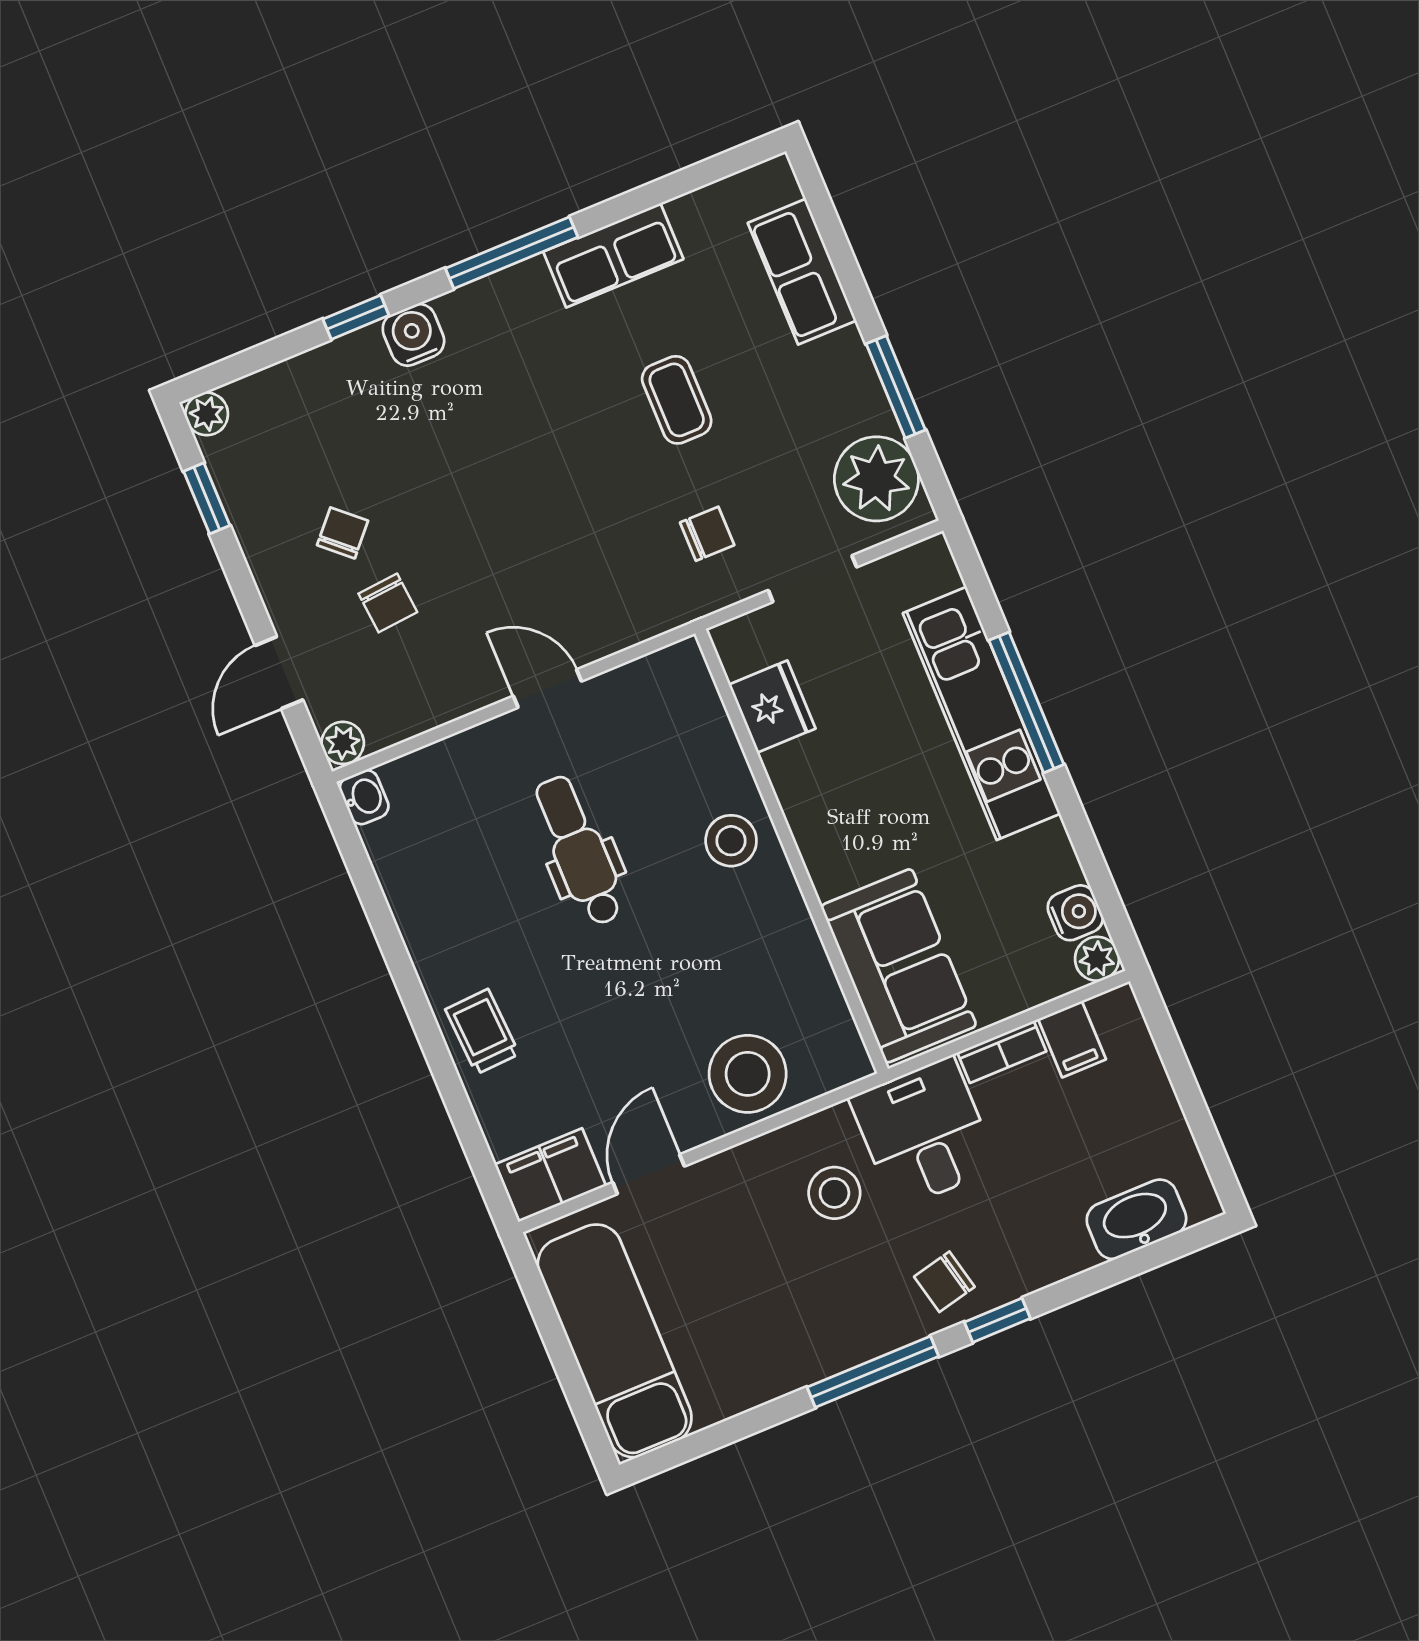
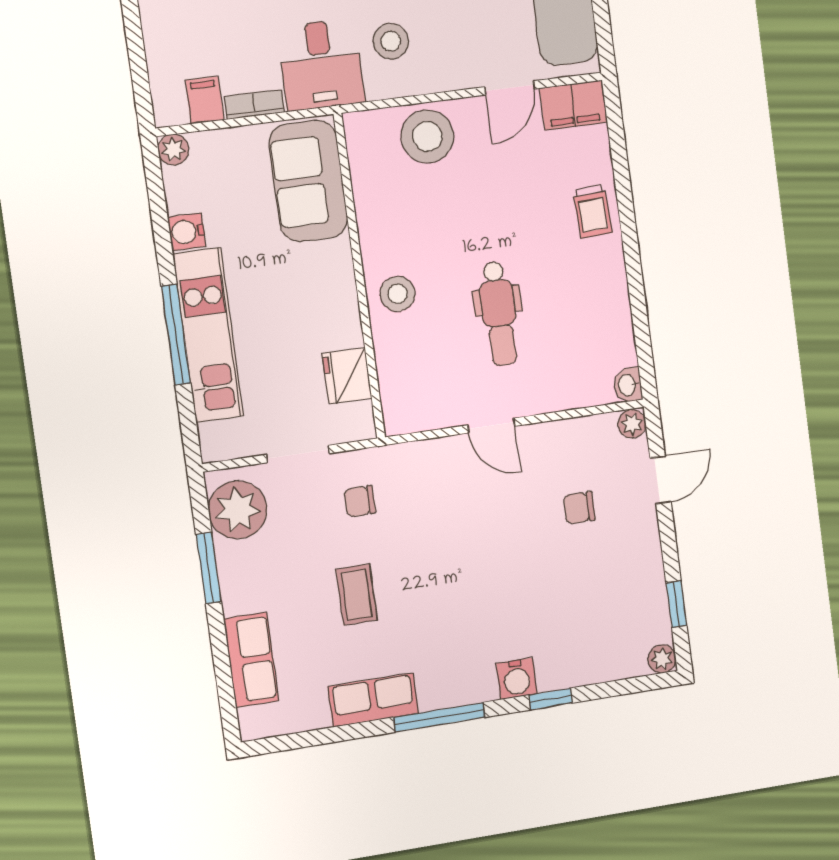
chair: (343, 533) -> (596, 561), removed
chair: (388, 603) -> (579, 508), turned -85
water cooler: (1075, 913) -> (187, 232), moved

